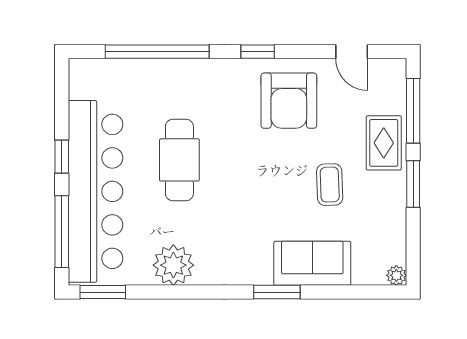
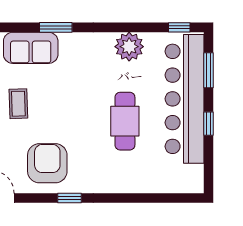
window: (157, 52) -> (141, 198), removed
window: (62, 232) -> (208, 70), width x0.69
window: (103, 292) -> (179, 27), width x0.67

